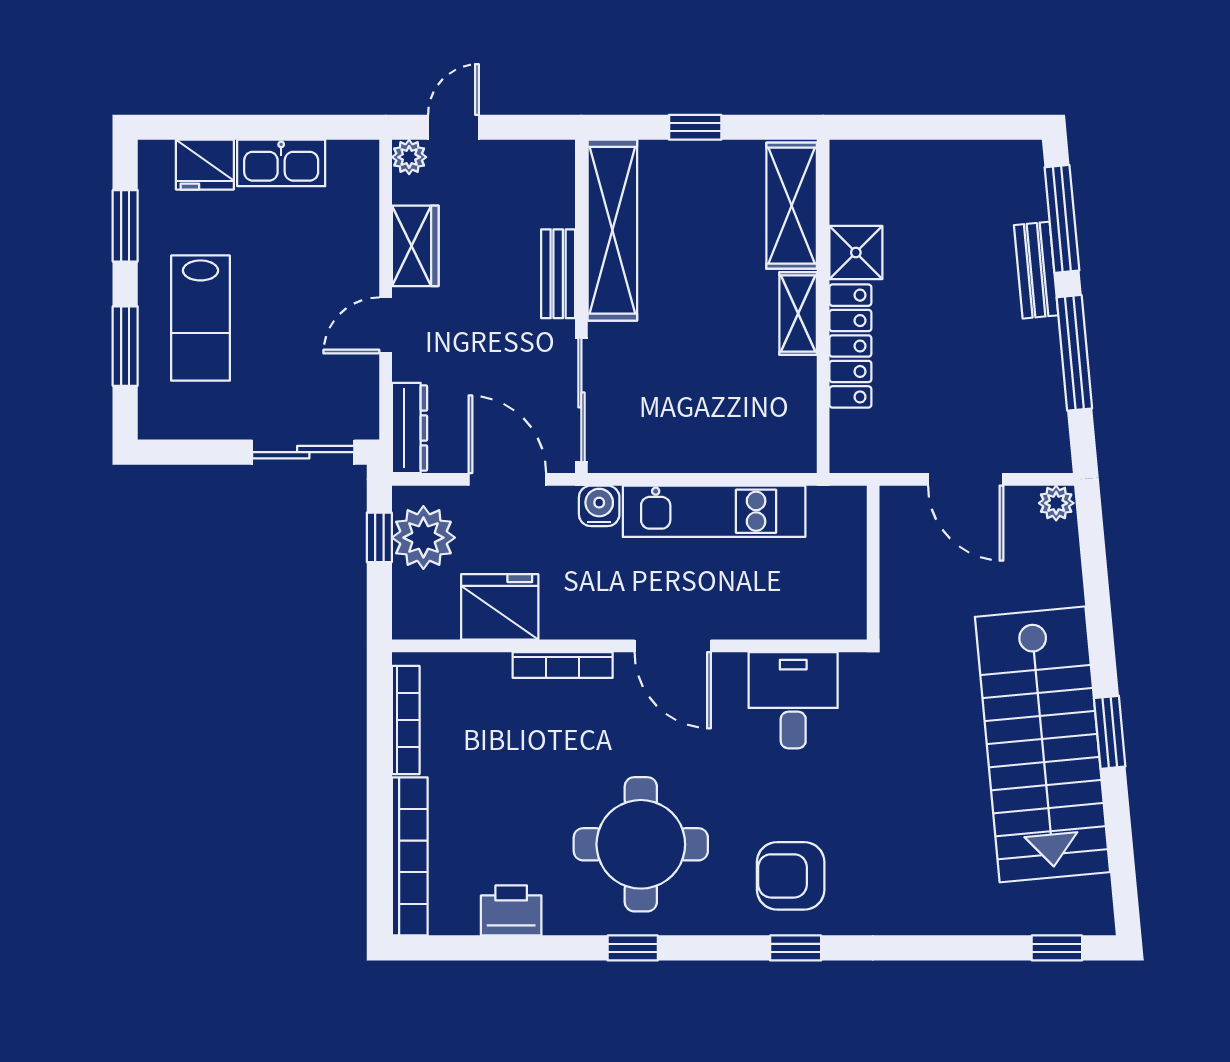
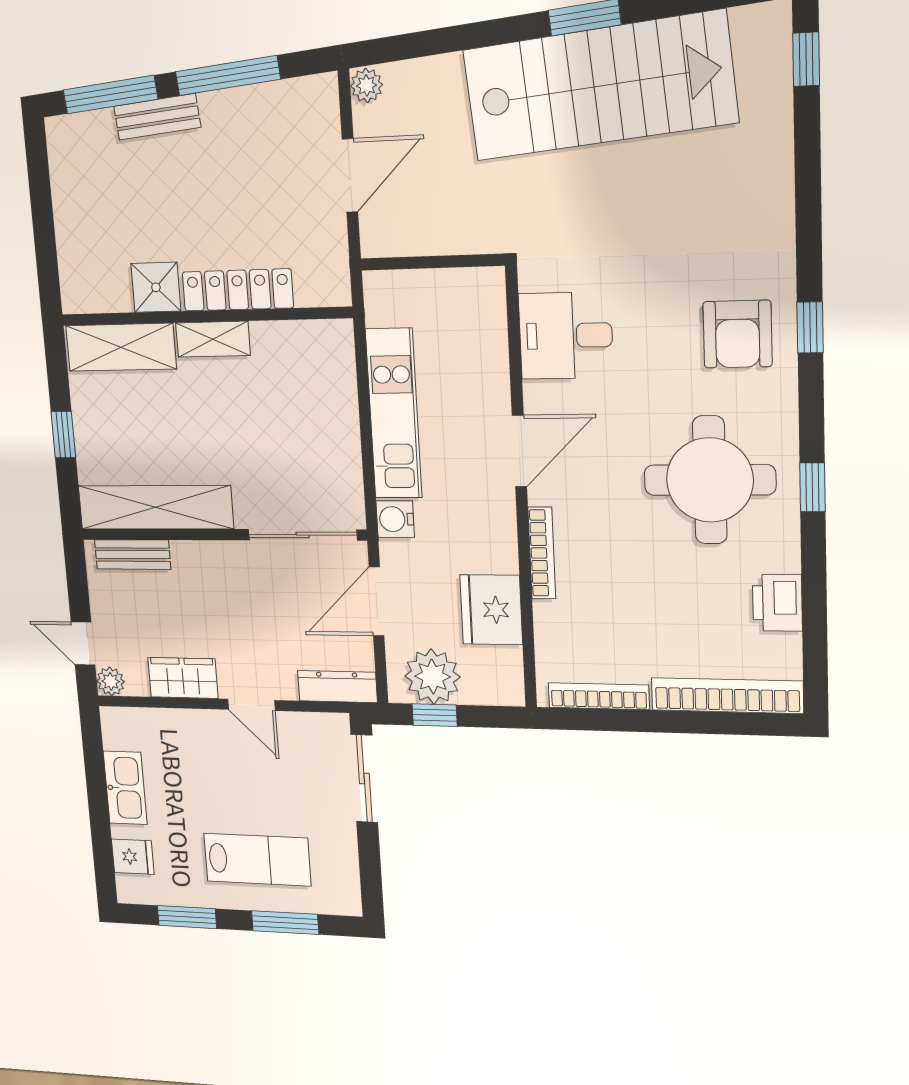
fridge: (205, 165) -> (133, 857), width x0.72
bench: (558, 274) -> (133, 555), moved

